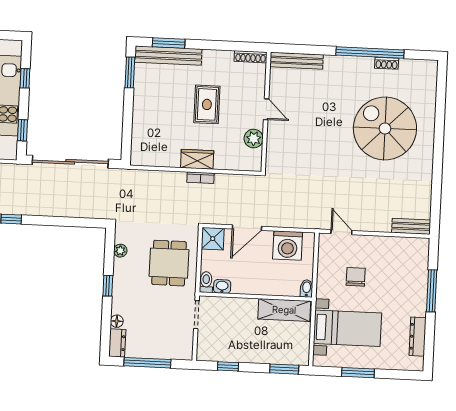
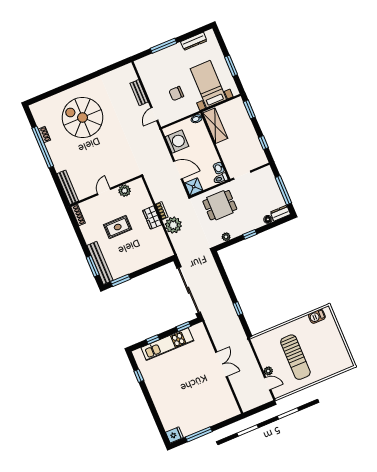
spiral stairs: (385, 128) -> (82, 117), turned 90
plant: (172, 184) -> (173, 225), added
bench: (411, 226) -> (139, 93), moved

